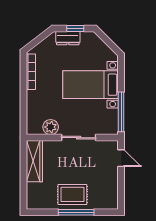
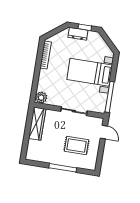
plant: (51, 127) -> (41, 98), moved
rug: (72, 194) -> (76, 145), moved

